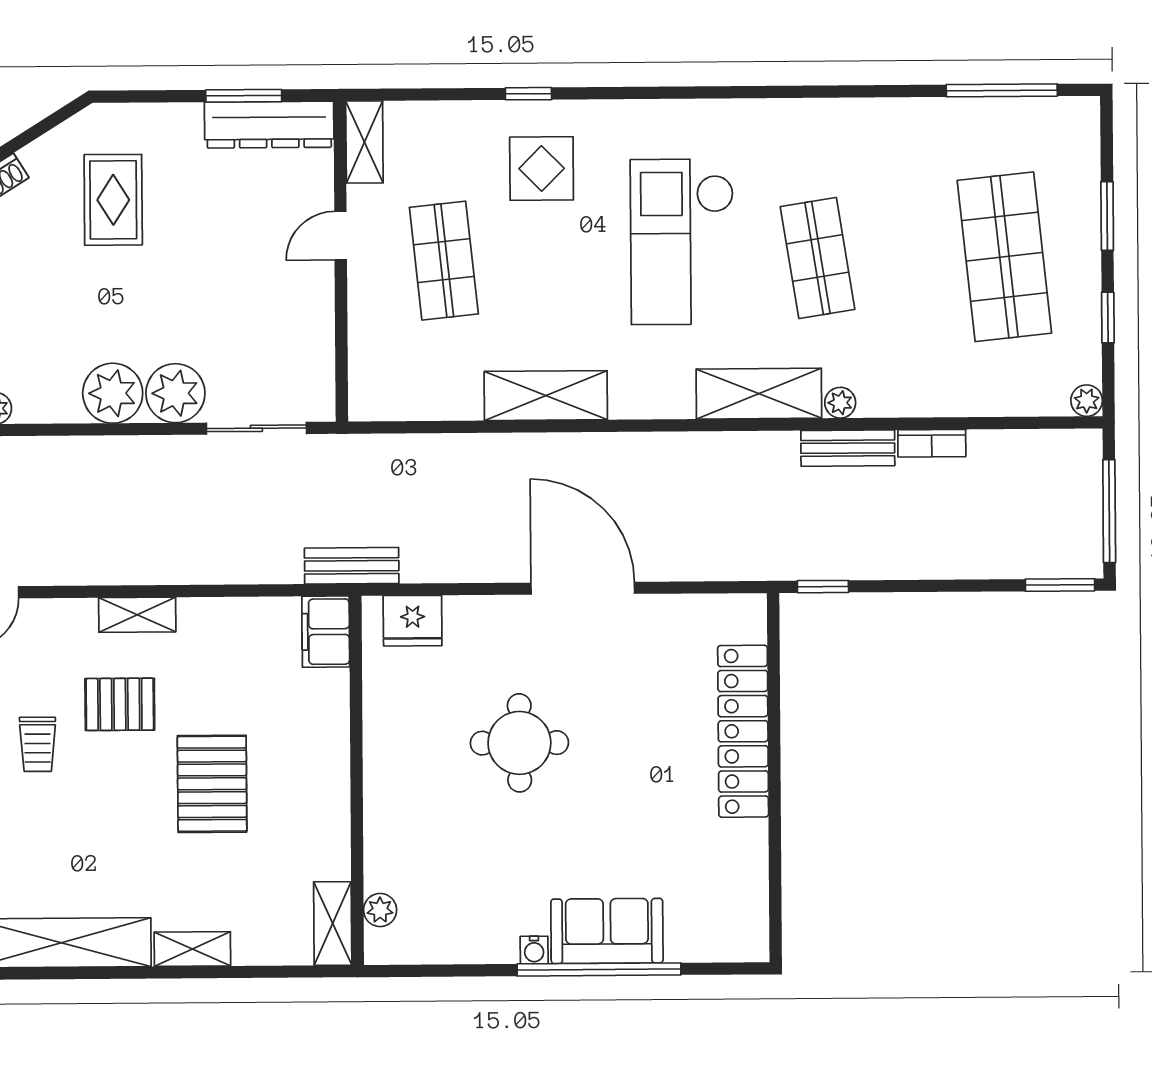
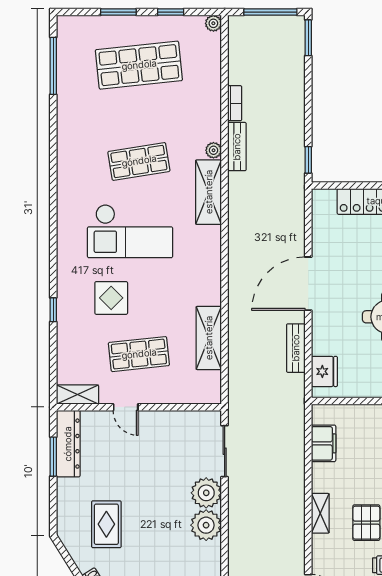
display table: (542, 169) -> (111, 298), moved
rug: (113, 200) -> (106, 524), turned 90
shelving: (546, 396) -> (209, 338), moved
bench: (352, 566) -> (296, 348), moved
filing cabinet: (326, 632) -> (324, 443), moved, turned -90

